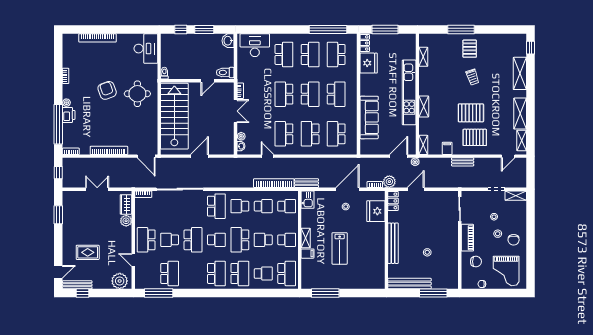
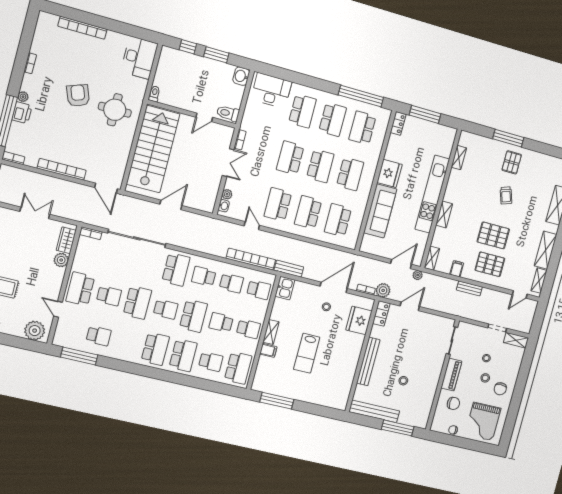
fridge: (369, 63) -> (390, 173), moved
school desk: (170, 240) -> (109, 296), turned 180
school desk: (240, 240) -> (193, 316), turned 180
school desk: (170, 273) -> (99, 336), width x0.54

